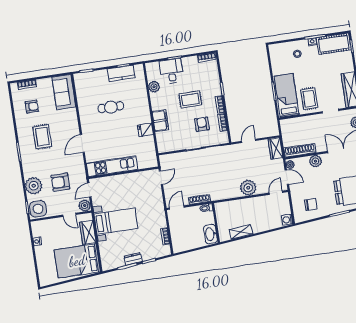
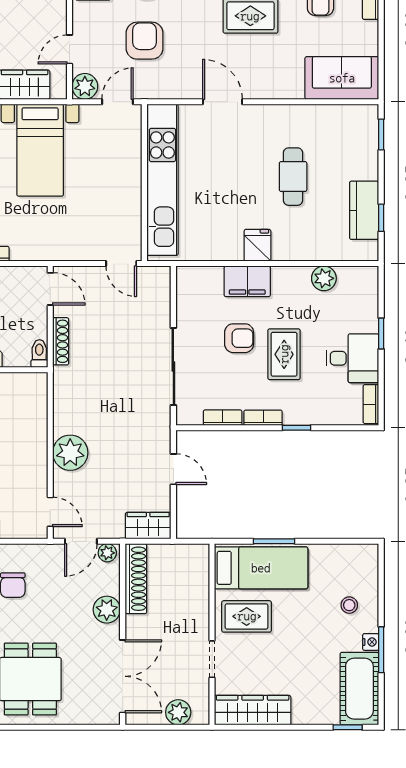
desk: (171, 71) -> (352, 358), moved
armchair: (202, 124) -> (239, 338), moved
fridge: (145, 130) -> (257, 245), moved
kitchen unit: (112, 166) -> (162, 180), width x1.36
door: (89, 190) -> (117, 102), hinge flipped

